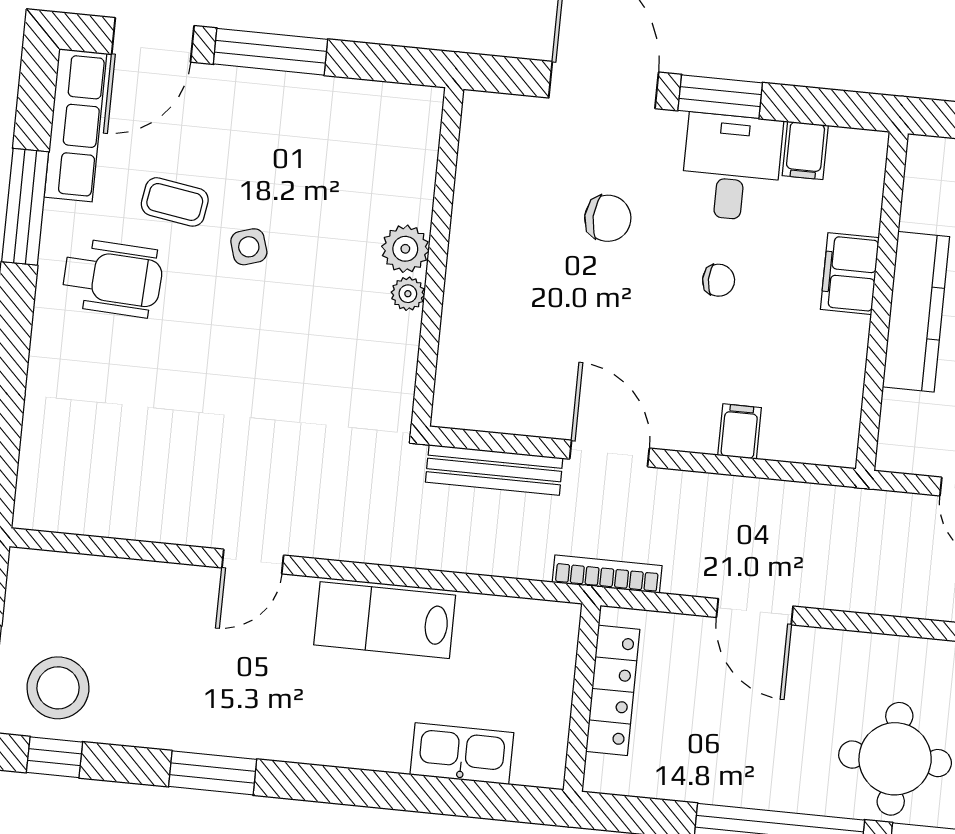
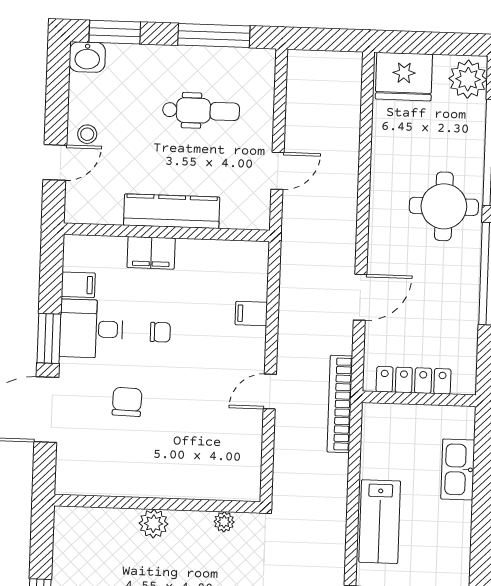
chair: (719, 280) -> (160, 332), turned 90
plant: (408, 294) -> (224, 522), moved
door: (610, 454) -> (270, 392), width x0.73
bench: (494, 470) -> (284, 461), removed
bookcase: (607, 574) -> (340, 404), width x1.48, depth x1.31

